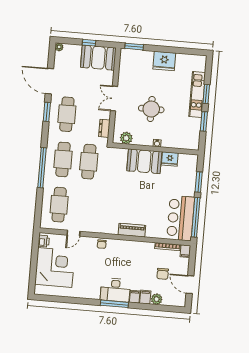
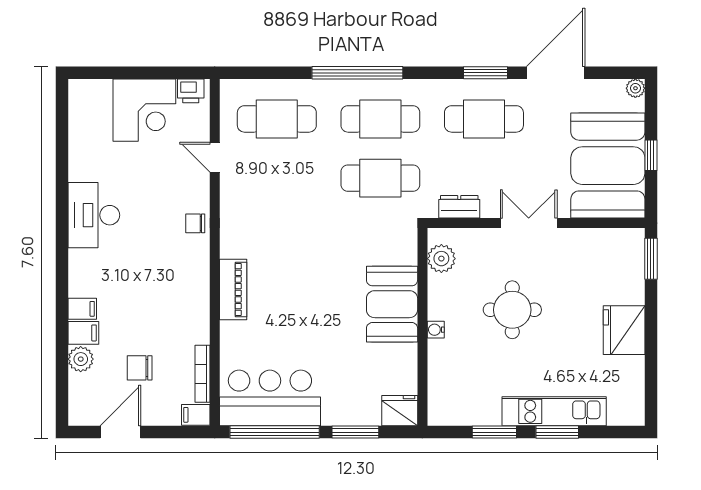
booth: (98, 58) -> (608, 166), width x1.36, depth x1.42
fridge: (170, 159) -> (400, 411), moved, turned 90
corner desk: (55, 267) -> (144, 110), width x0.74, depth x0.74
desk: (115, 290) -> (94, 215), moved
window: (114, 304) -> (62, 264), removed

